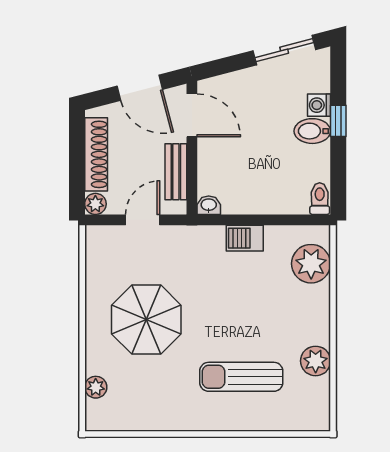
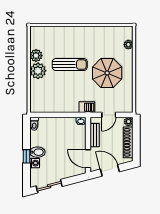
barbecue: (245, 238) -> (87, 107), moved
plant: (311, 264) -> (38, 71), moved
sun lounger: (241, 377) -> (70, 65), moved

